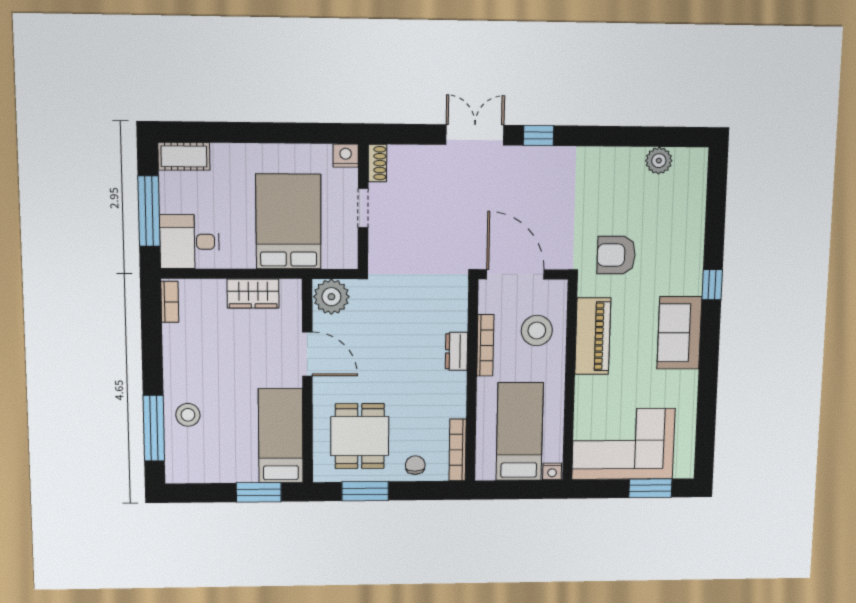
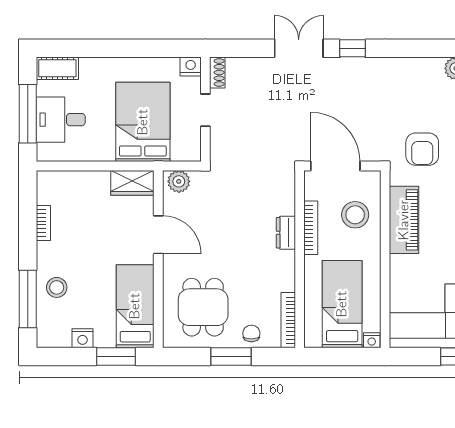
desk: (190, 242) -> (61, 120), moved
armchair: (616, 255) -> (422, 149), turned -90
wardrobe: (253, 294) -> (132, 183), moved
plant: (331, 297) -> (179, 181), width x0.73, depth x0.73
bookcase: (170, 302) -> (43, 223), moved
nightstand: (219, 472) -> (82, 338), added
window: (365, 491) -> (231, 357), moved

